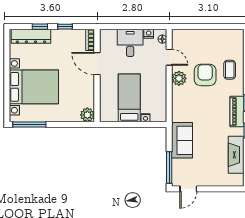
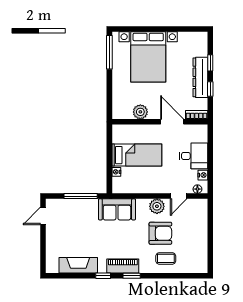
dresser: (31, 36) -> (200, 77), moved
door: (97, 64) -> (172, 122), hinge flipped
plant: (87, 115) -> (140, 112), moved
sofa: (182, 140) -> (117, 209), moved
window: (169, 168) -> (81, 196), moved
door: (188, 189) -> (43, 216), hinge flipped

